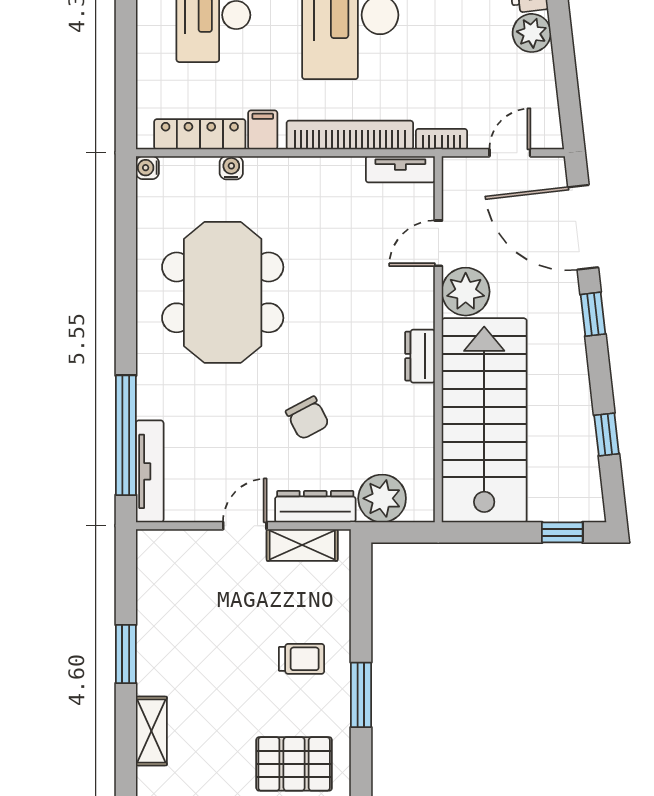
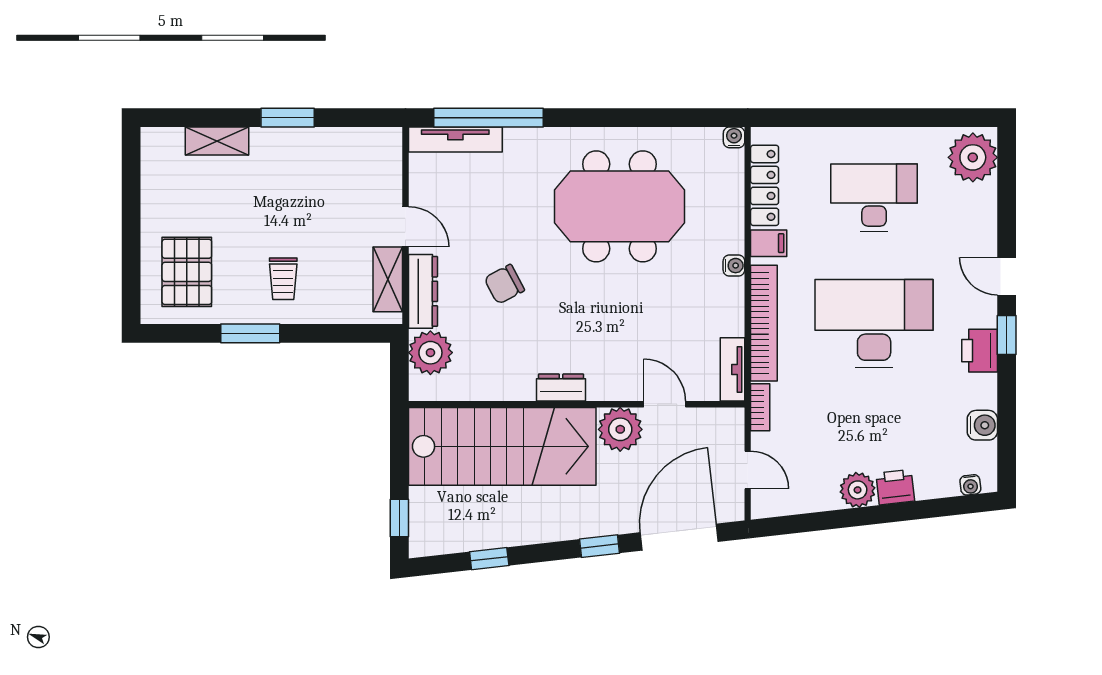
water cooler: (231, 168) -> (734, 266), moved

